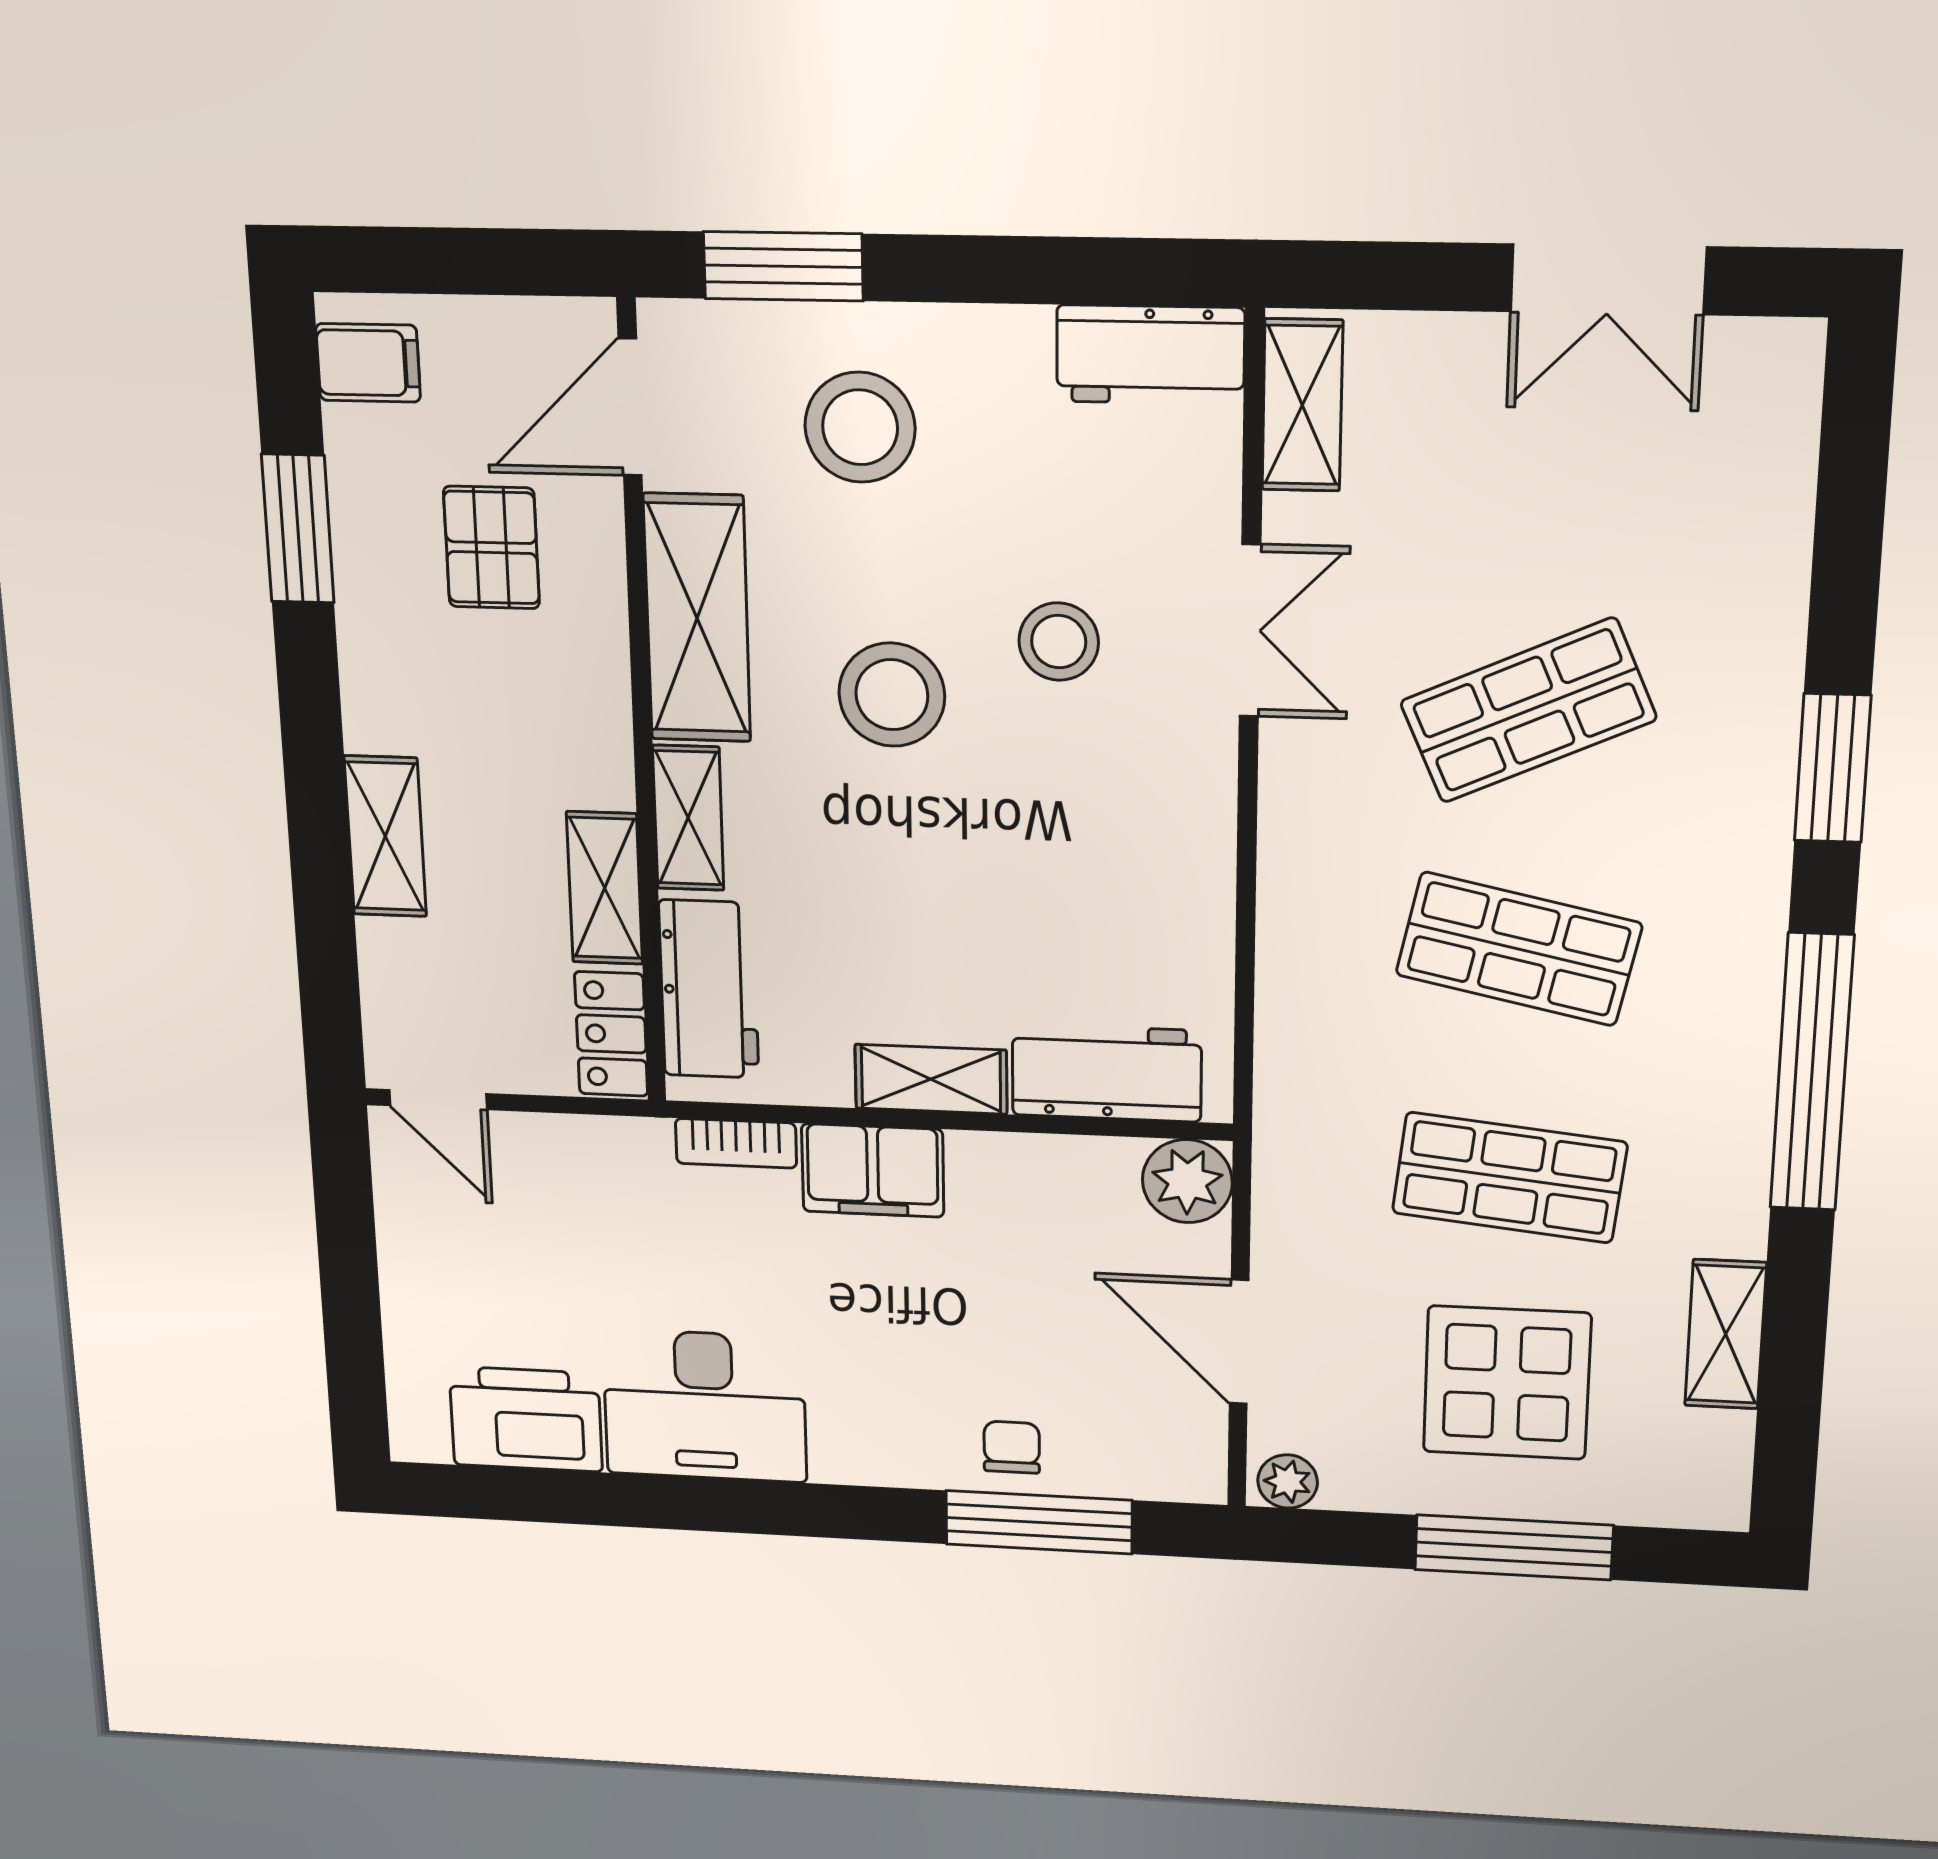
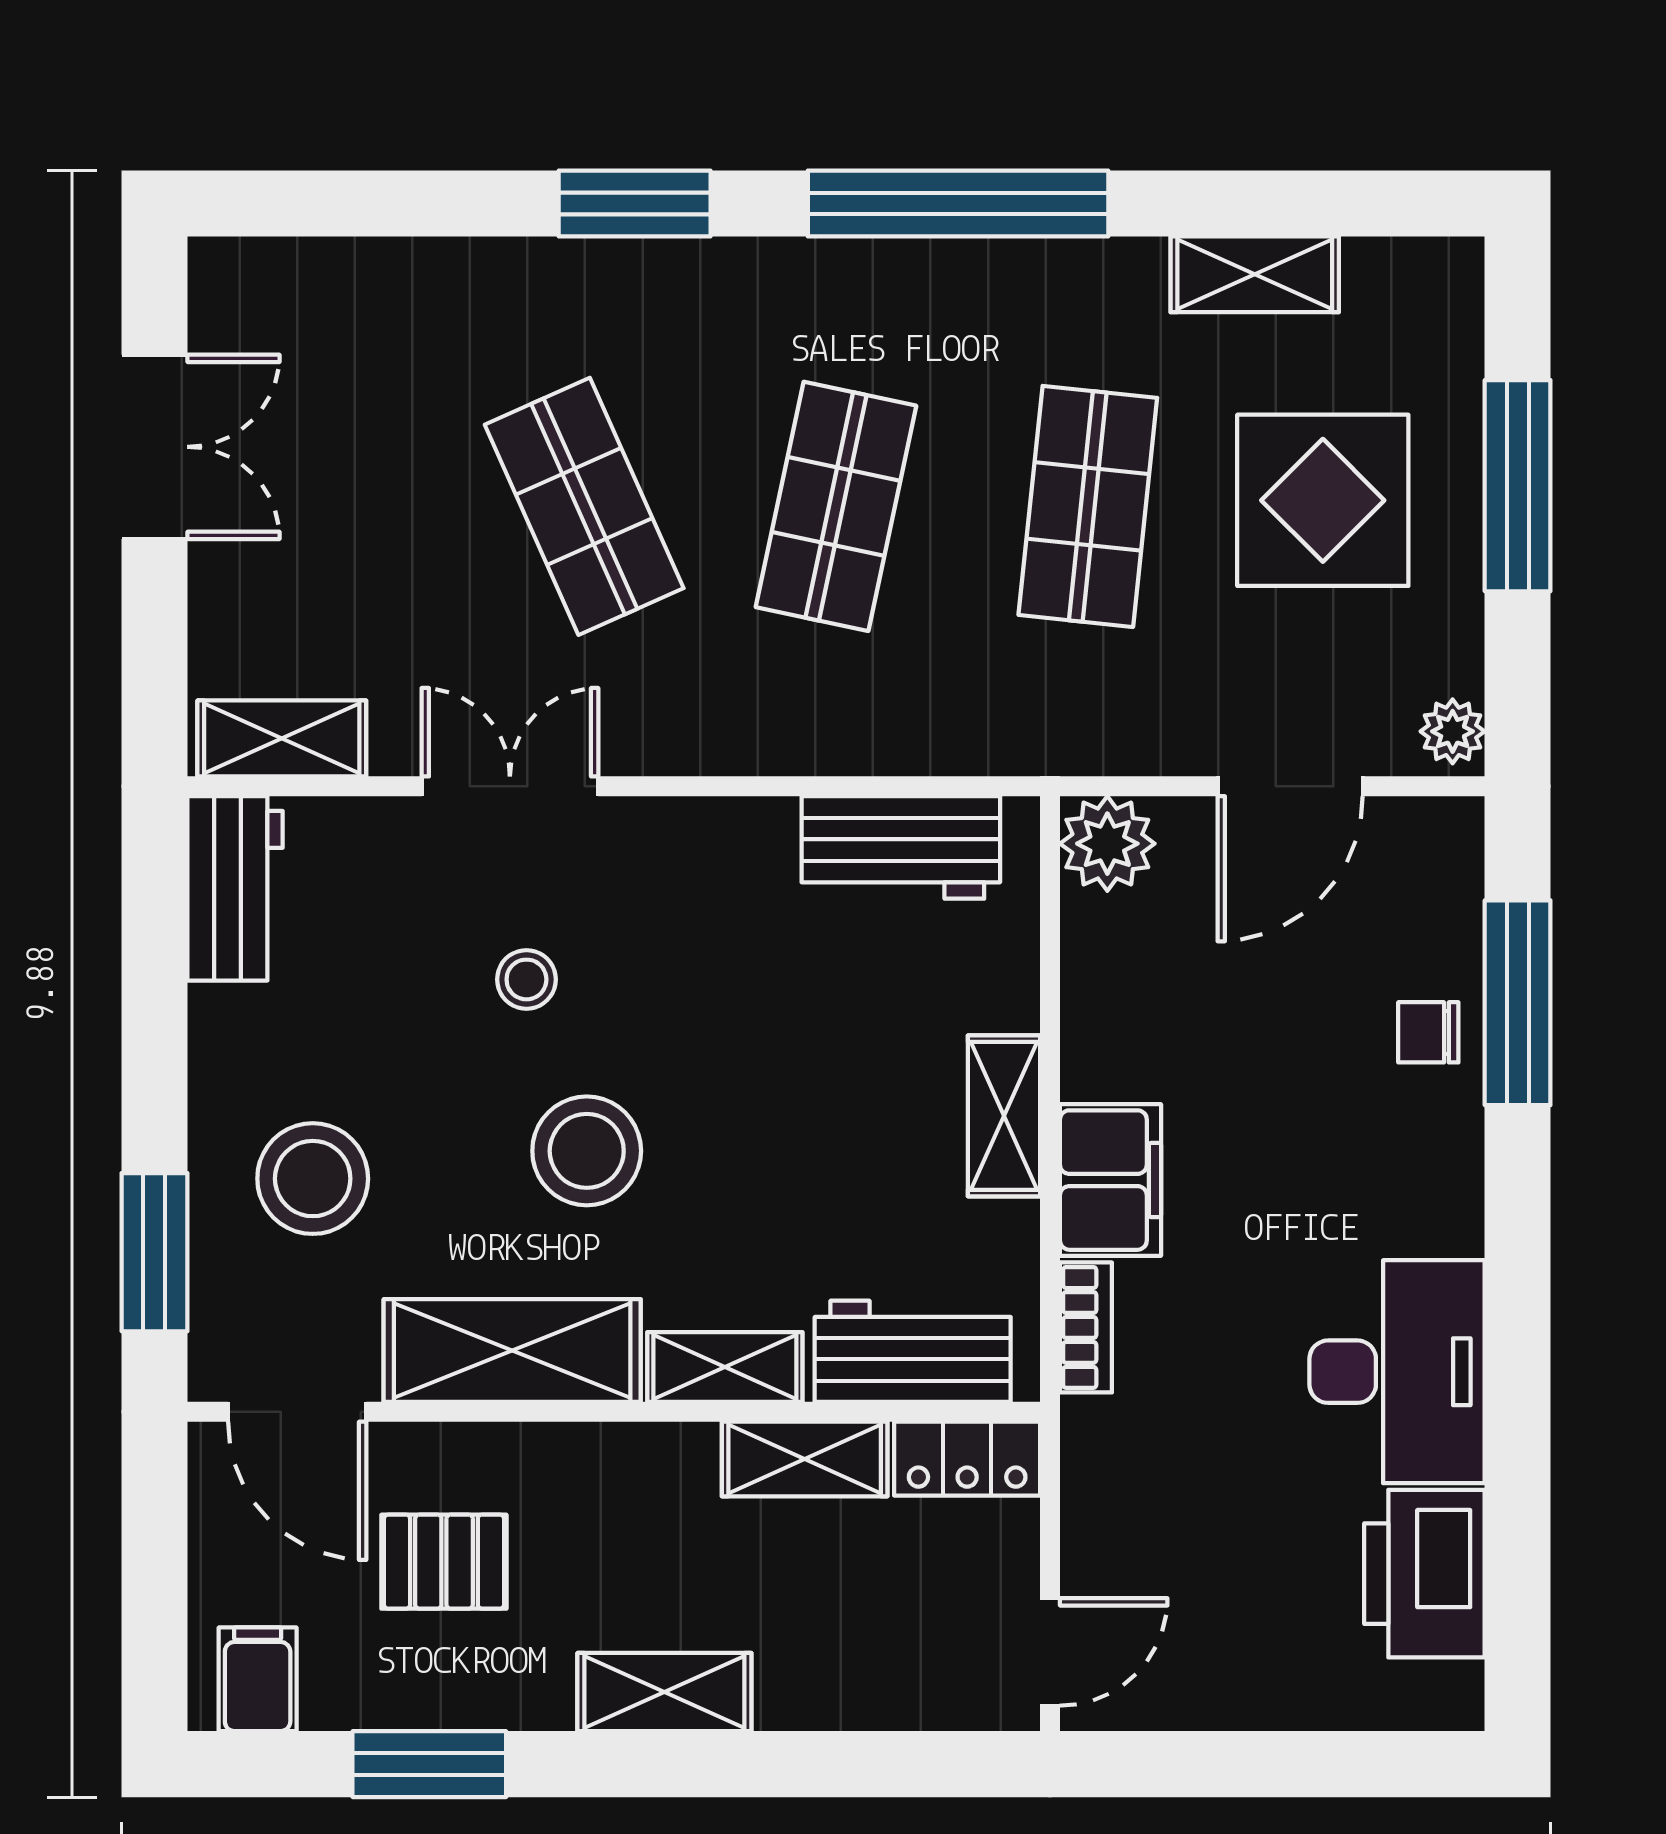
stool: (1059, 642) -> (526, 979), width x0.73, depth x0.73
shelving: (385, 836) -> (664, 1692), moved
workbench: (1107, 1073) -> (901, 847), moved, turned -90

